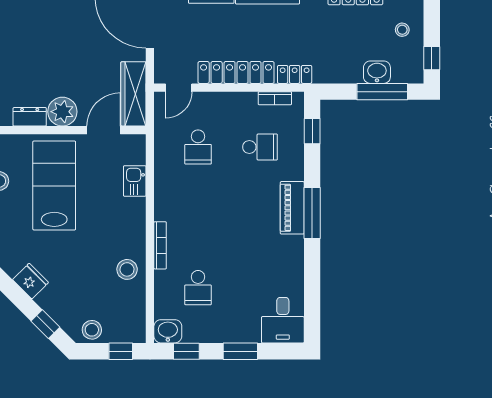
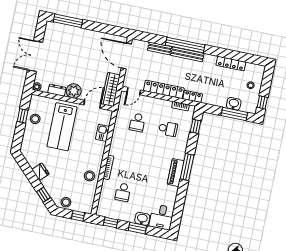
lab bench: (54, 185) -> (62, 127), turned 180
piano: (292, 208) -> (176, 173), moved
washbasin: (168, 331) -> (142, 219), moved

